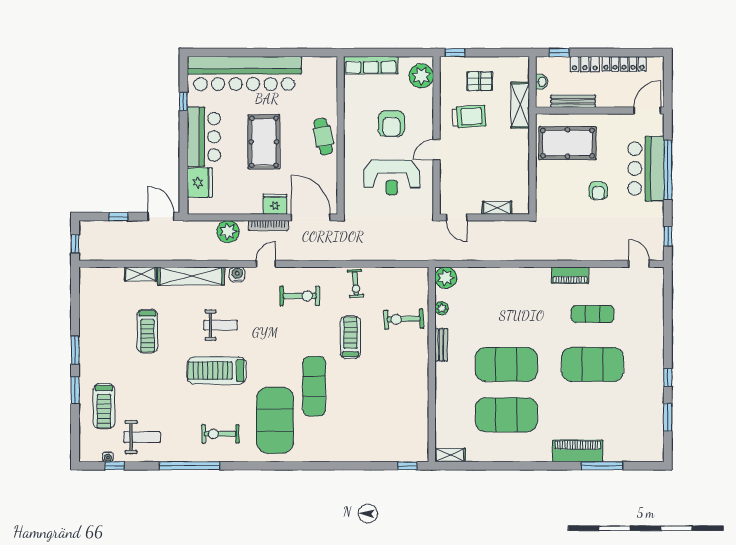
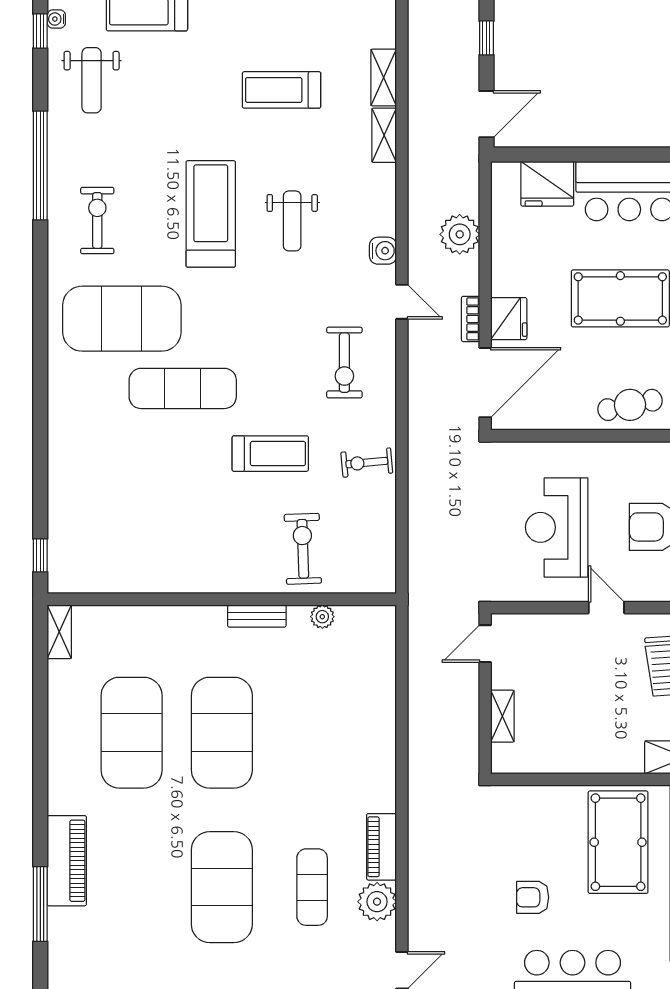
bookcase: (268, 226) -> (470, 319), width x0.64
shelving: (191, 276) -> (384, 135), width x0.45, depth x0.75
plant: (446, 278) -> (377, 902), moved

